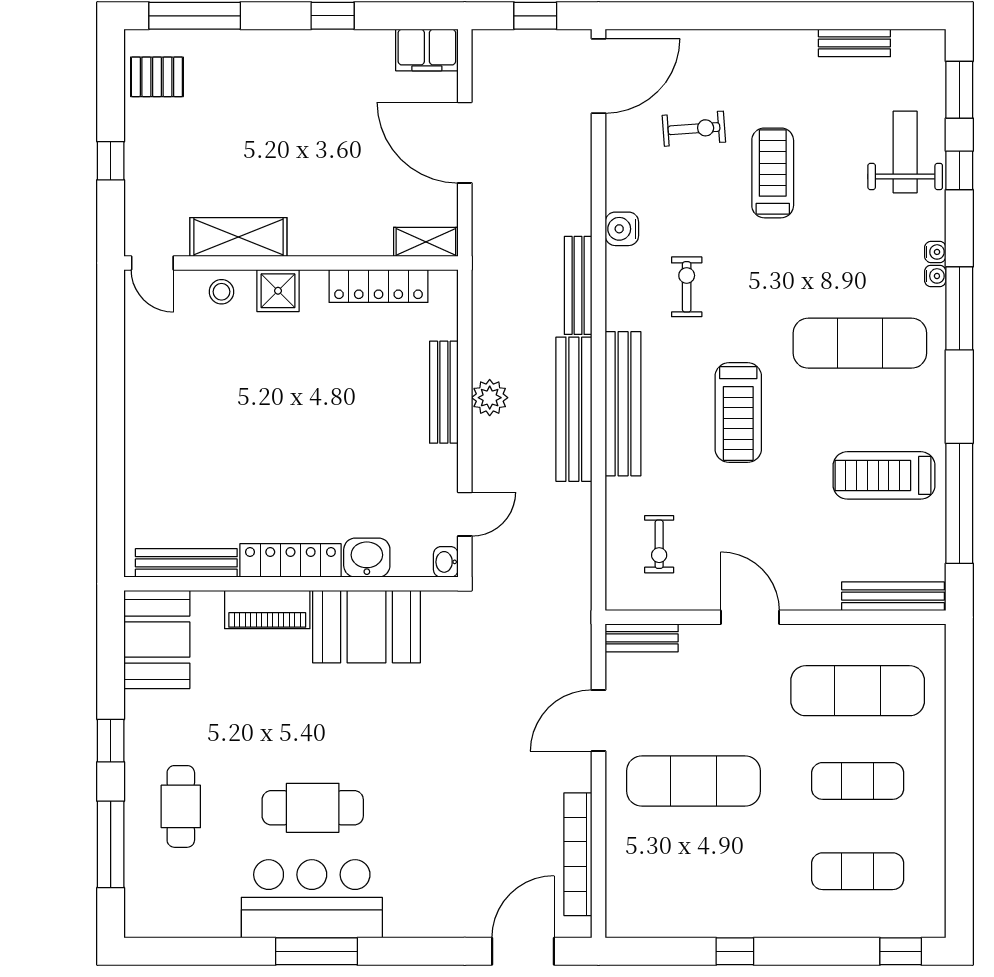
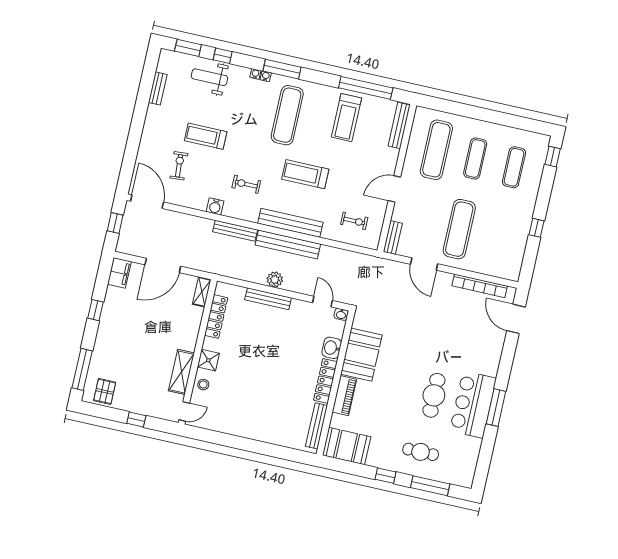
treadmill: (738, 413) -> (305, 174), turned 180

